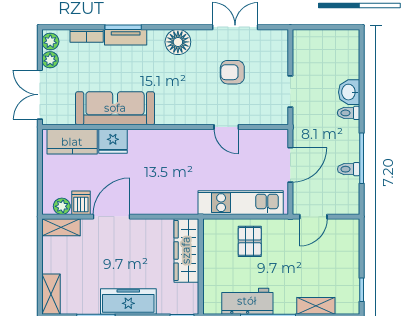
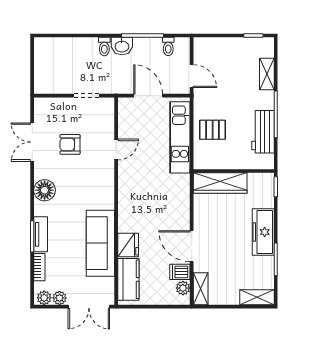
armchair: (232, 72) -> (70, 144), turned 90
washbasin: (349, 92) -> (122, 46), moved
toilet: (349, 169) -> (168, 46), moved

